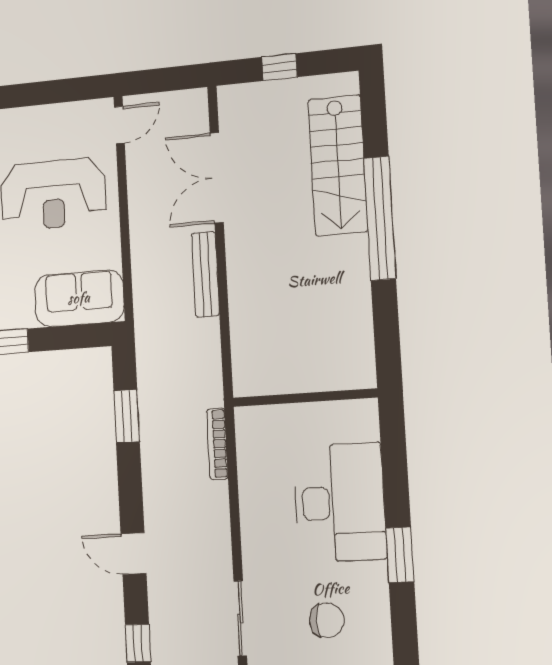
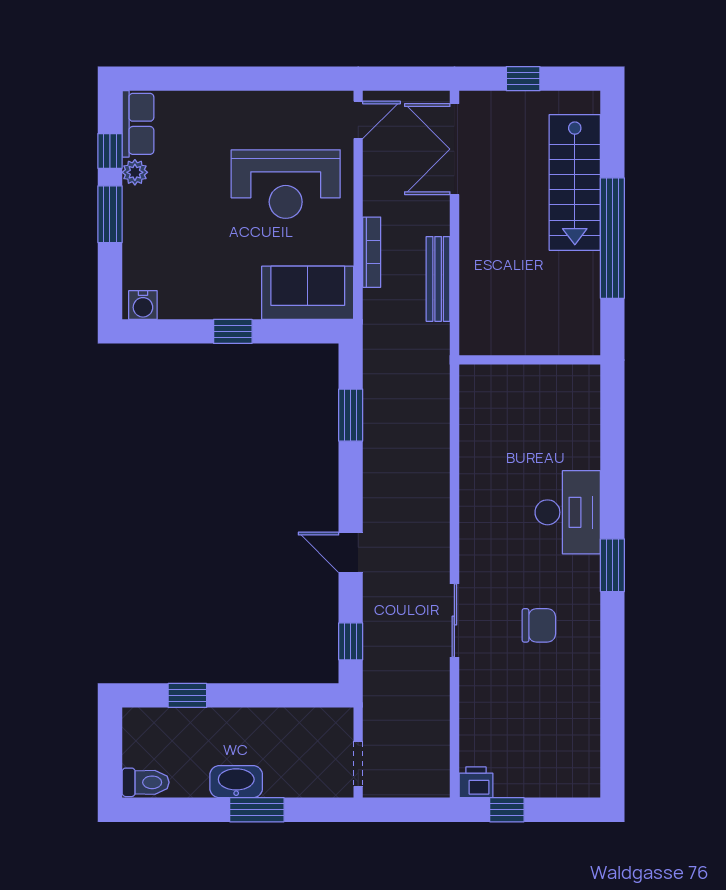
double door: (217, 178) -> (454, 149), moved
wall: (305, 398) -> (530, 360), moved
bookcase: (217, 444) -> (372, 252), moved, turned 180
desk: (340, 503) -> (568, 512), width x0.73, depth x0.77

